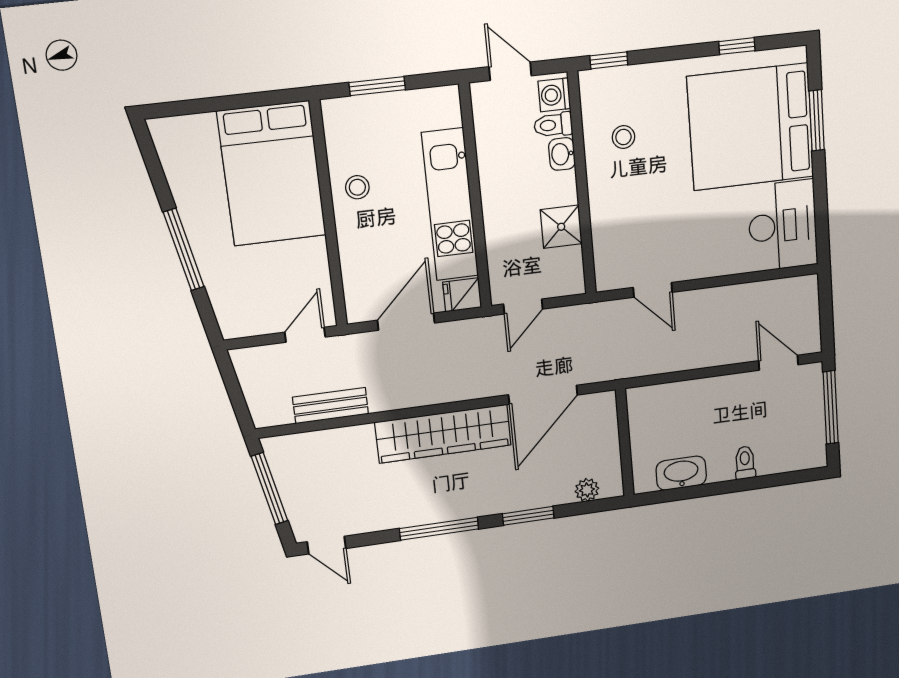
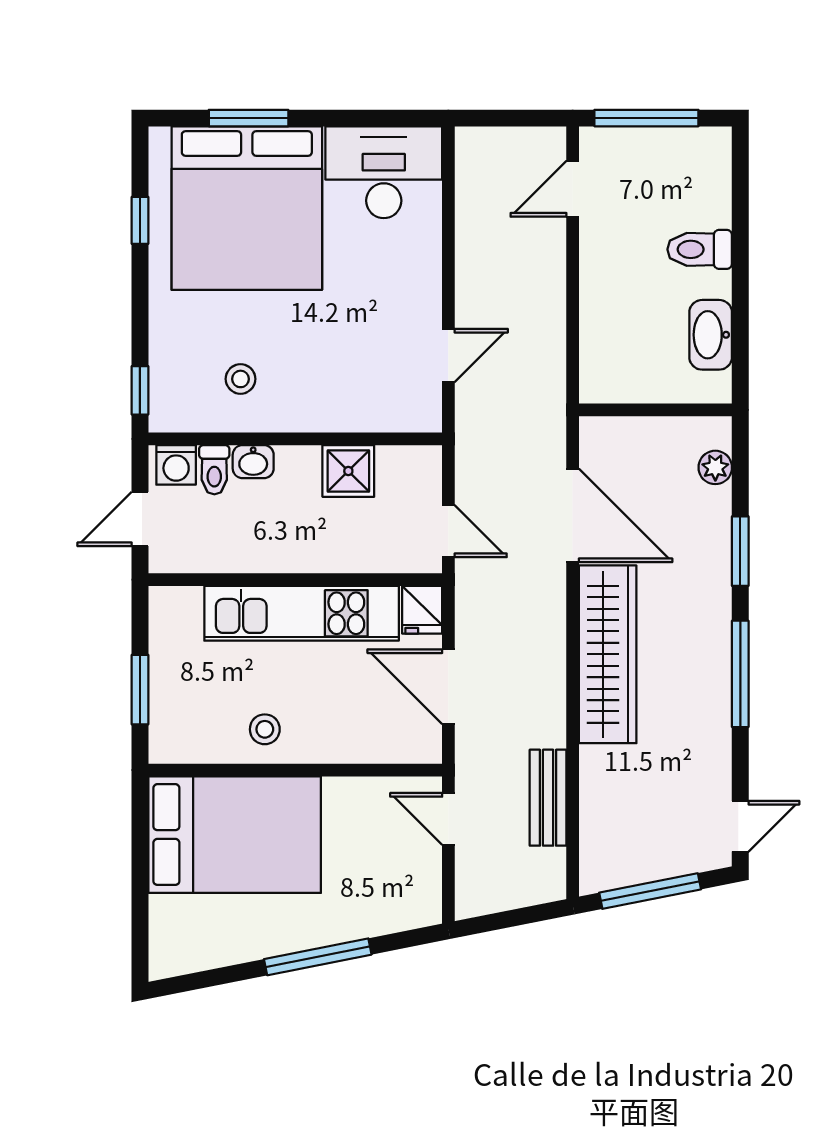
toilet: (745, 463) -> (700, 249), width x1.37, depth x1.39

